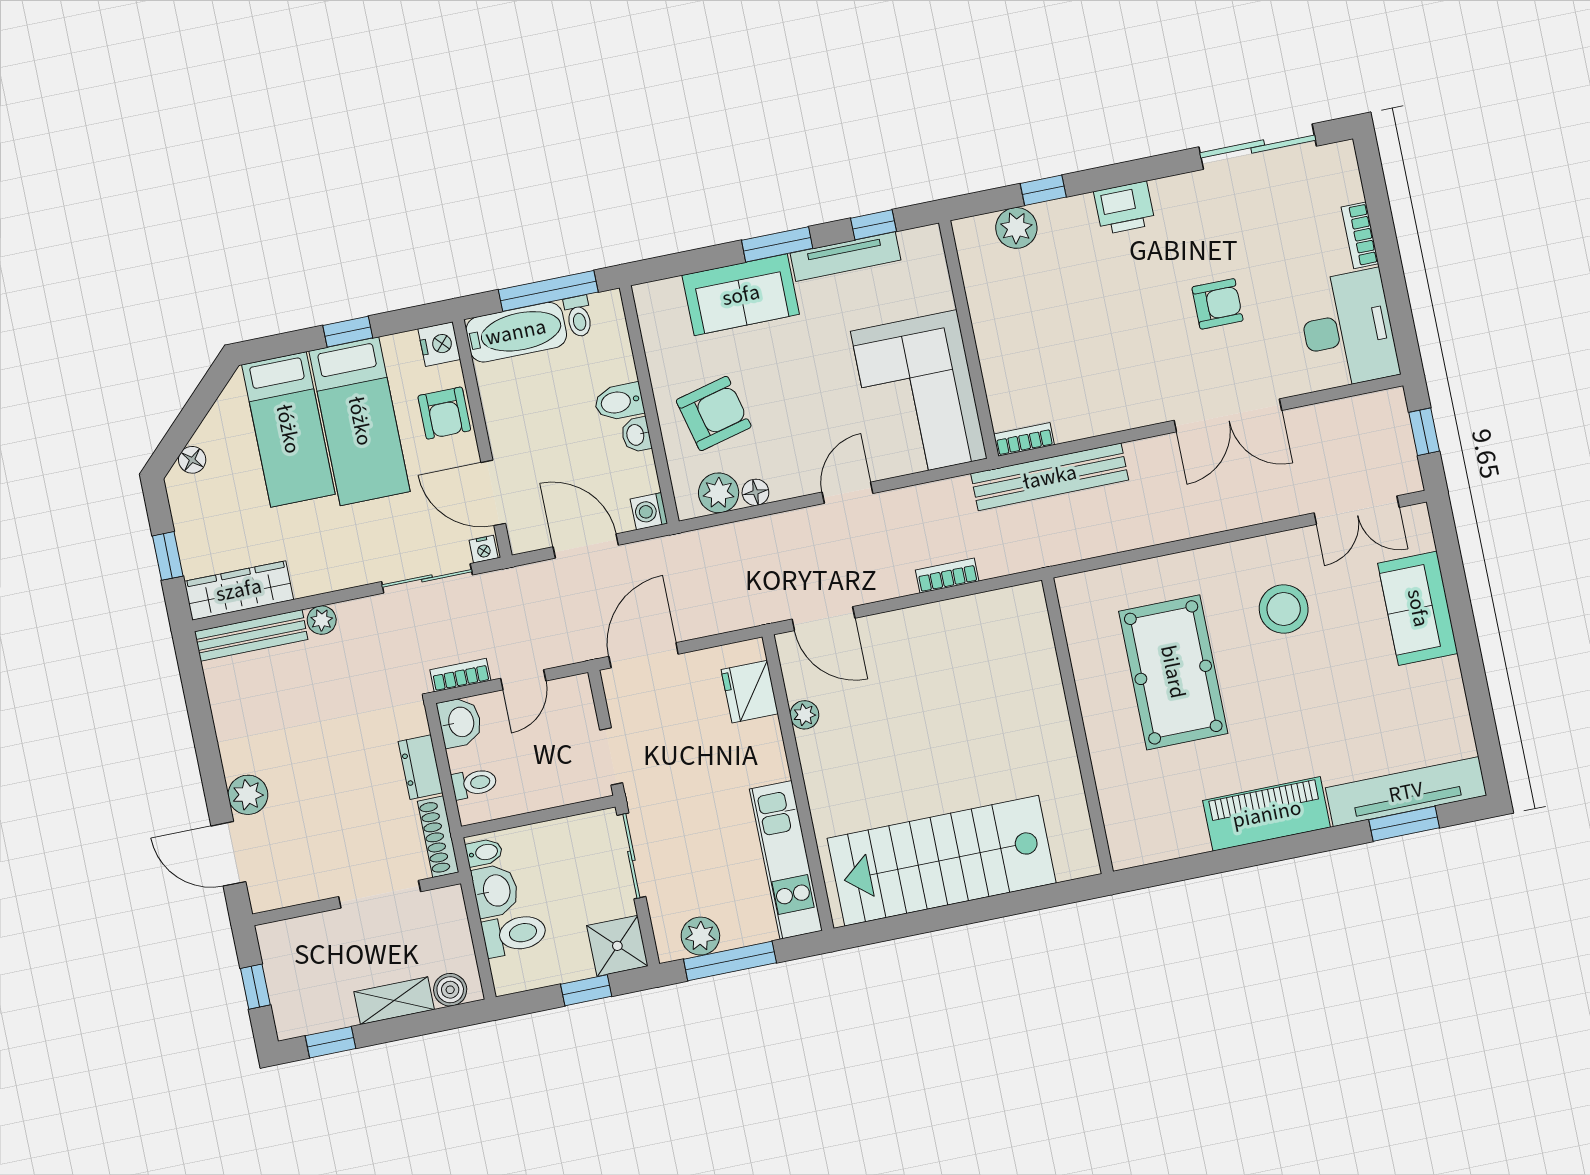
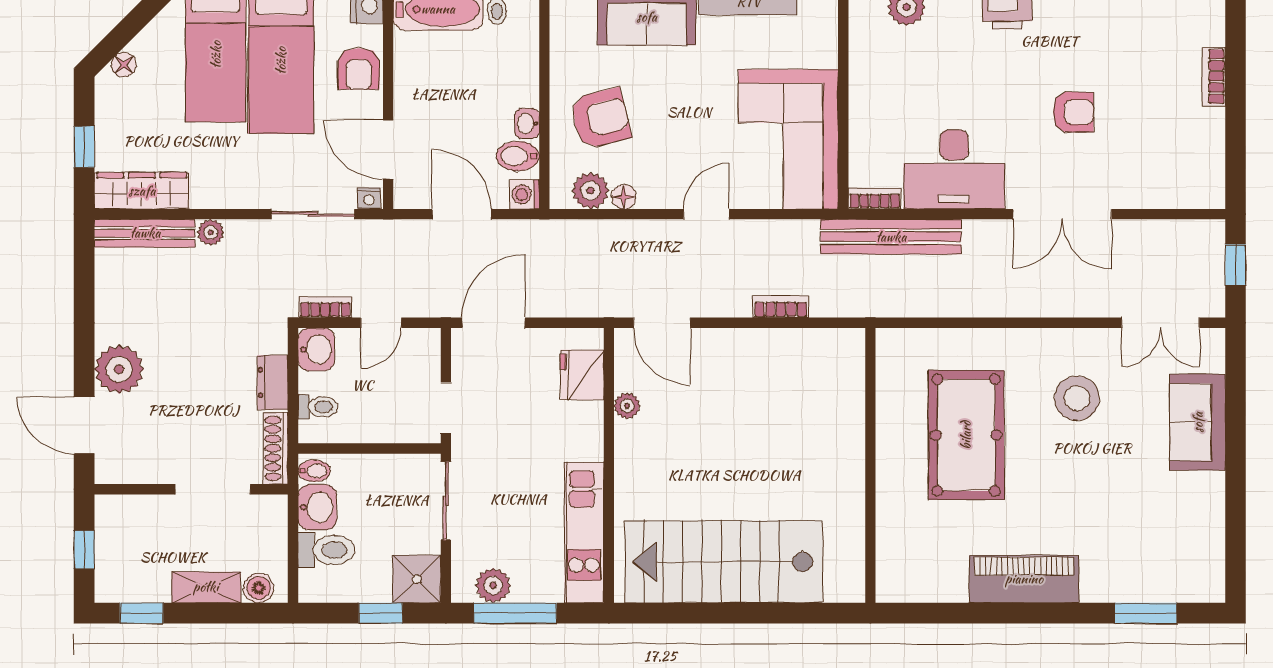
desk: (1348, 329) -> (954, 169), moved, turned 90
bidet: (619, 402) -> (518, 156), moved
tv unit: (1406, 792) -> (1153, 585), removed
plant: (248, 795) -> (119, 369), width x1.36, depth x1.36

